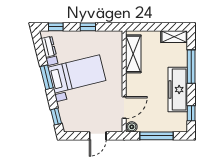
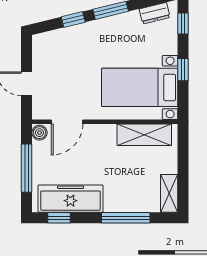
bed with nightstands: (77, 74) -> (140, 87), moved, turned 104
freezer: (178, 90) -> (70, 199), moved
door: (124, 108) -> (67, 122), hinge flipped
window: (56, 117) -> (73, 19), moved

